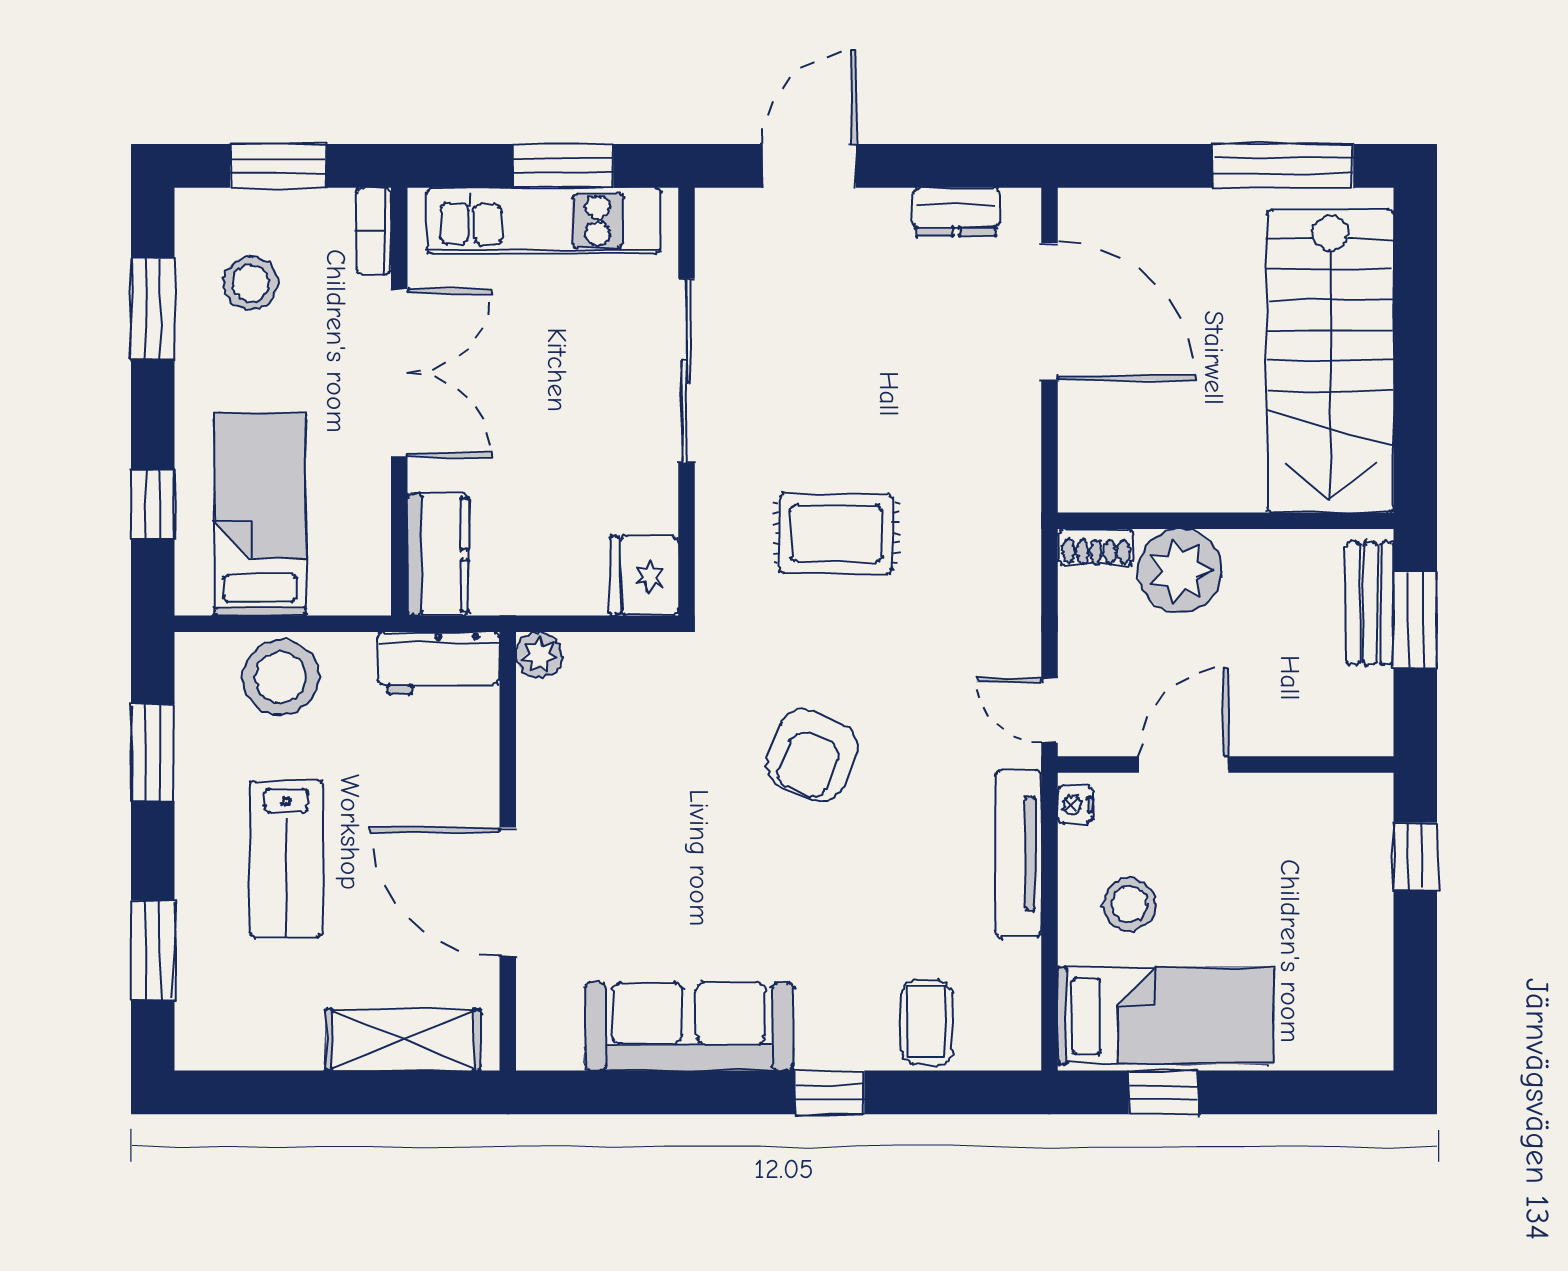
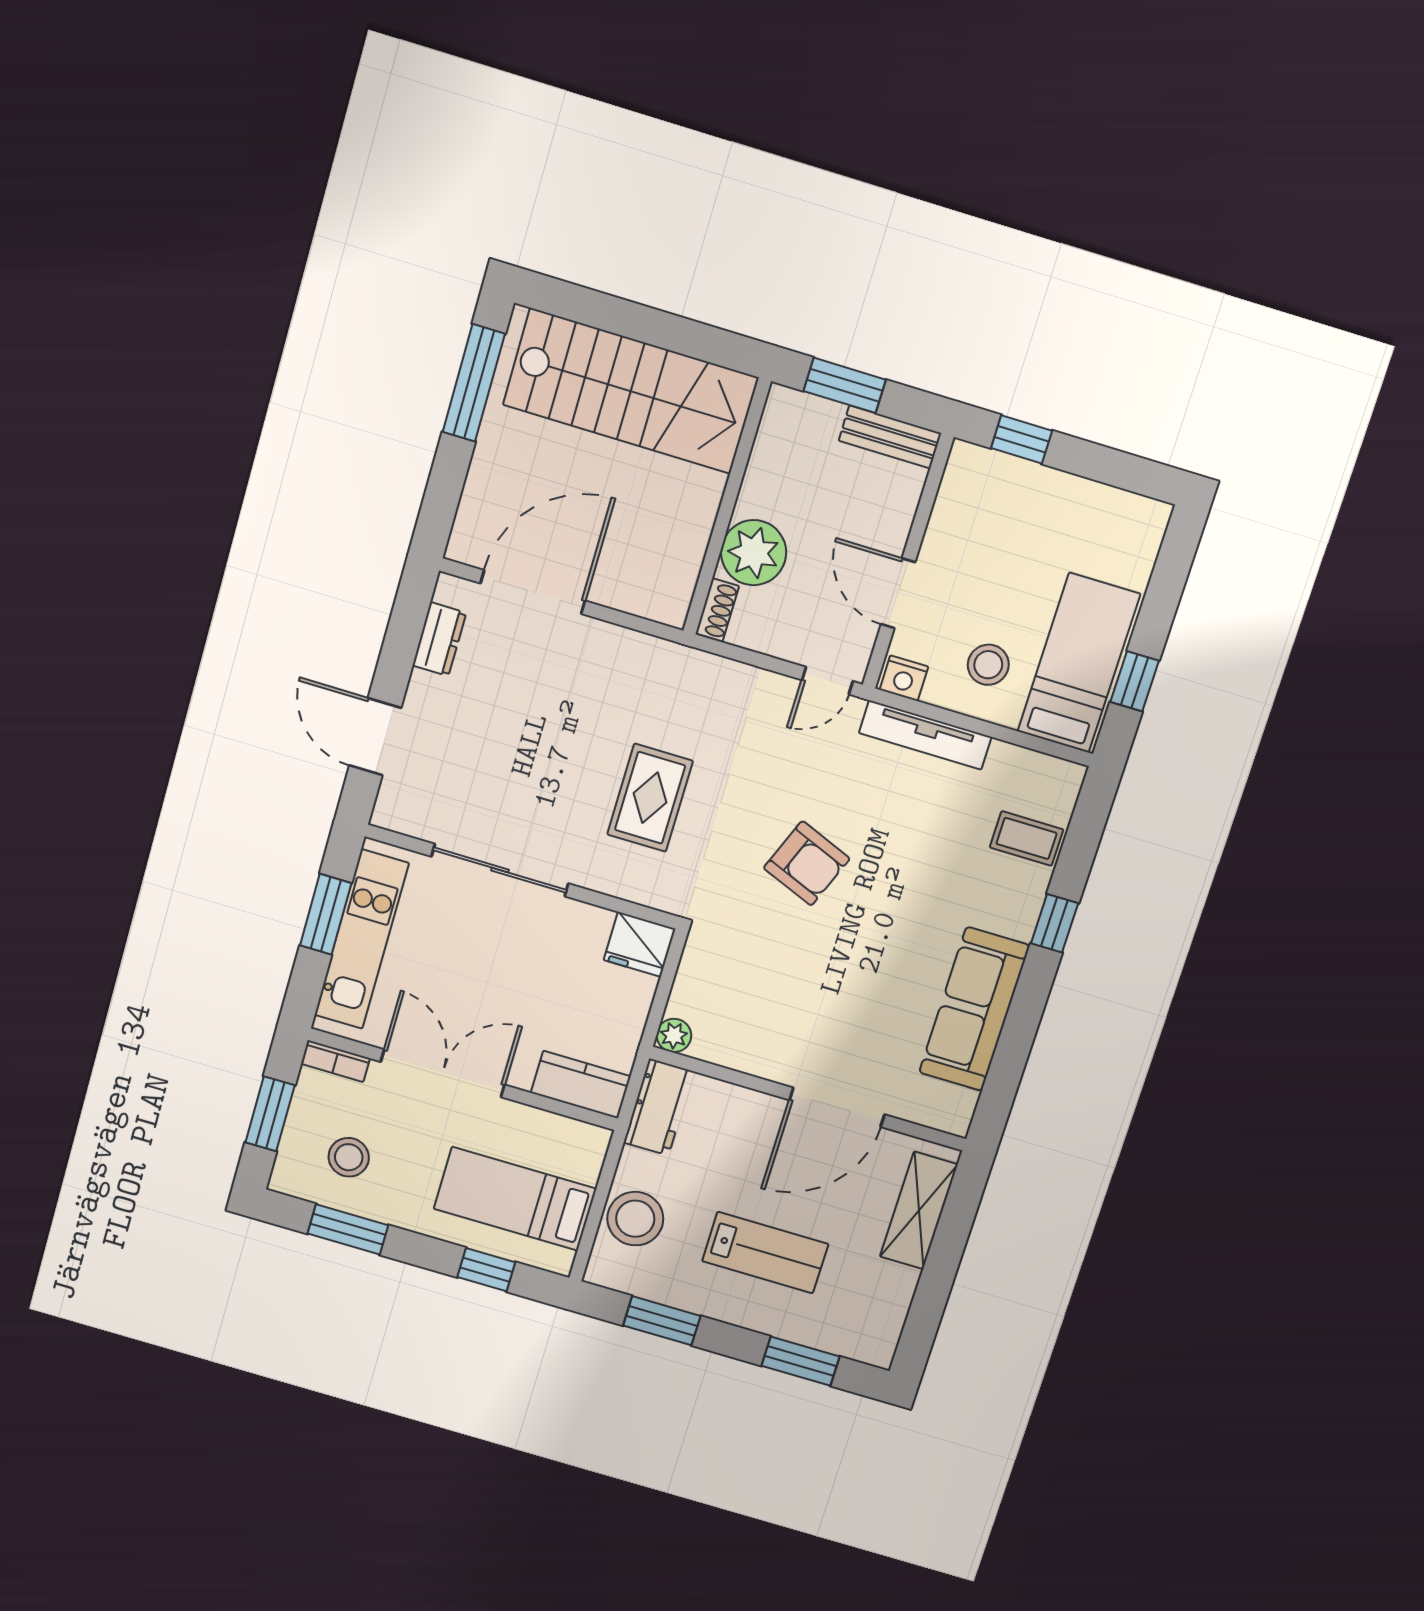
bench: (1370, 603) -> (890, 437), moved
nightstand: (1075, 805) -> (904, 678), width x1.39, depth x1.35

